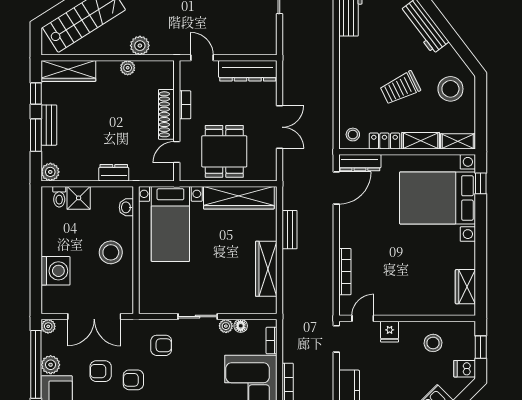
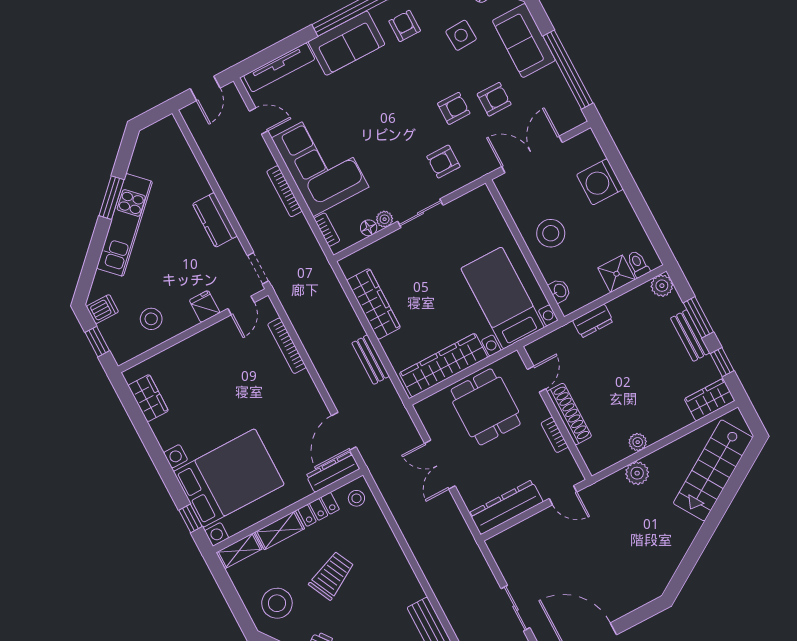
wardrobe: (68, 71) -> (710, 400), width x0.67
plant: (48, 326) -> (576, 118), removed
plant: (51, 365) -> (552, 78), removed

